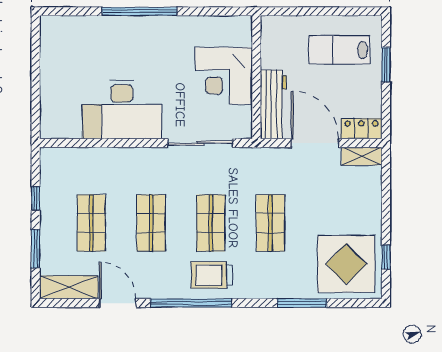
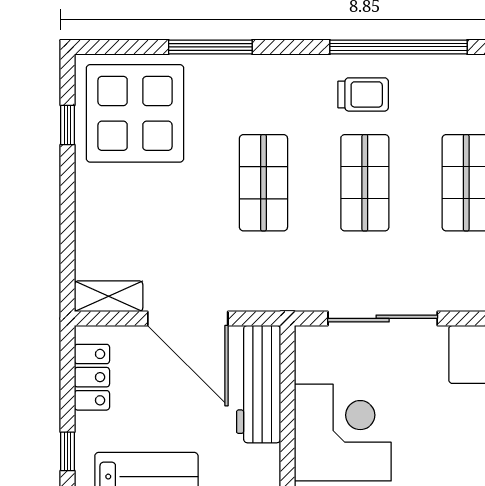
window: (386, 65) -> (68, 451), width x0.67
locker: (361, 129) -> (92, 377), moved, turned -90
trolley: (212, 275) -> (363, 94), width x0.73, depth x0.72

